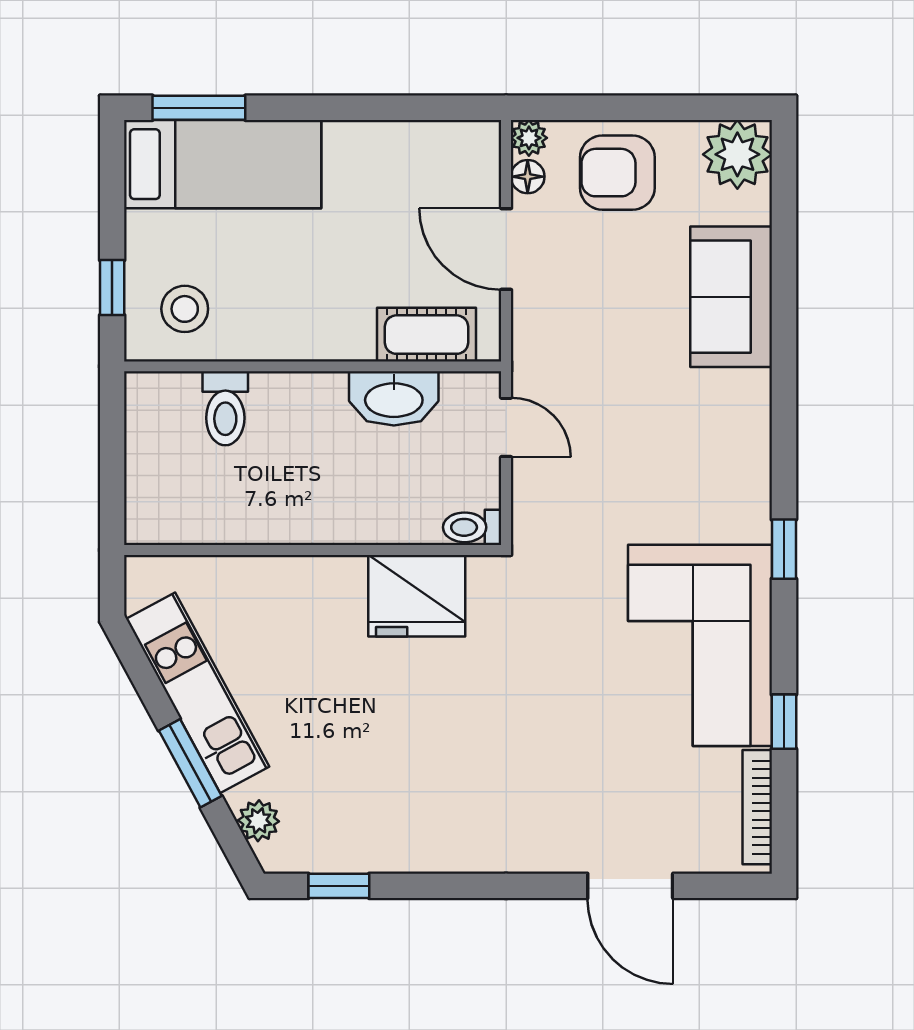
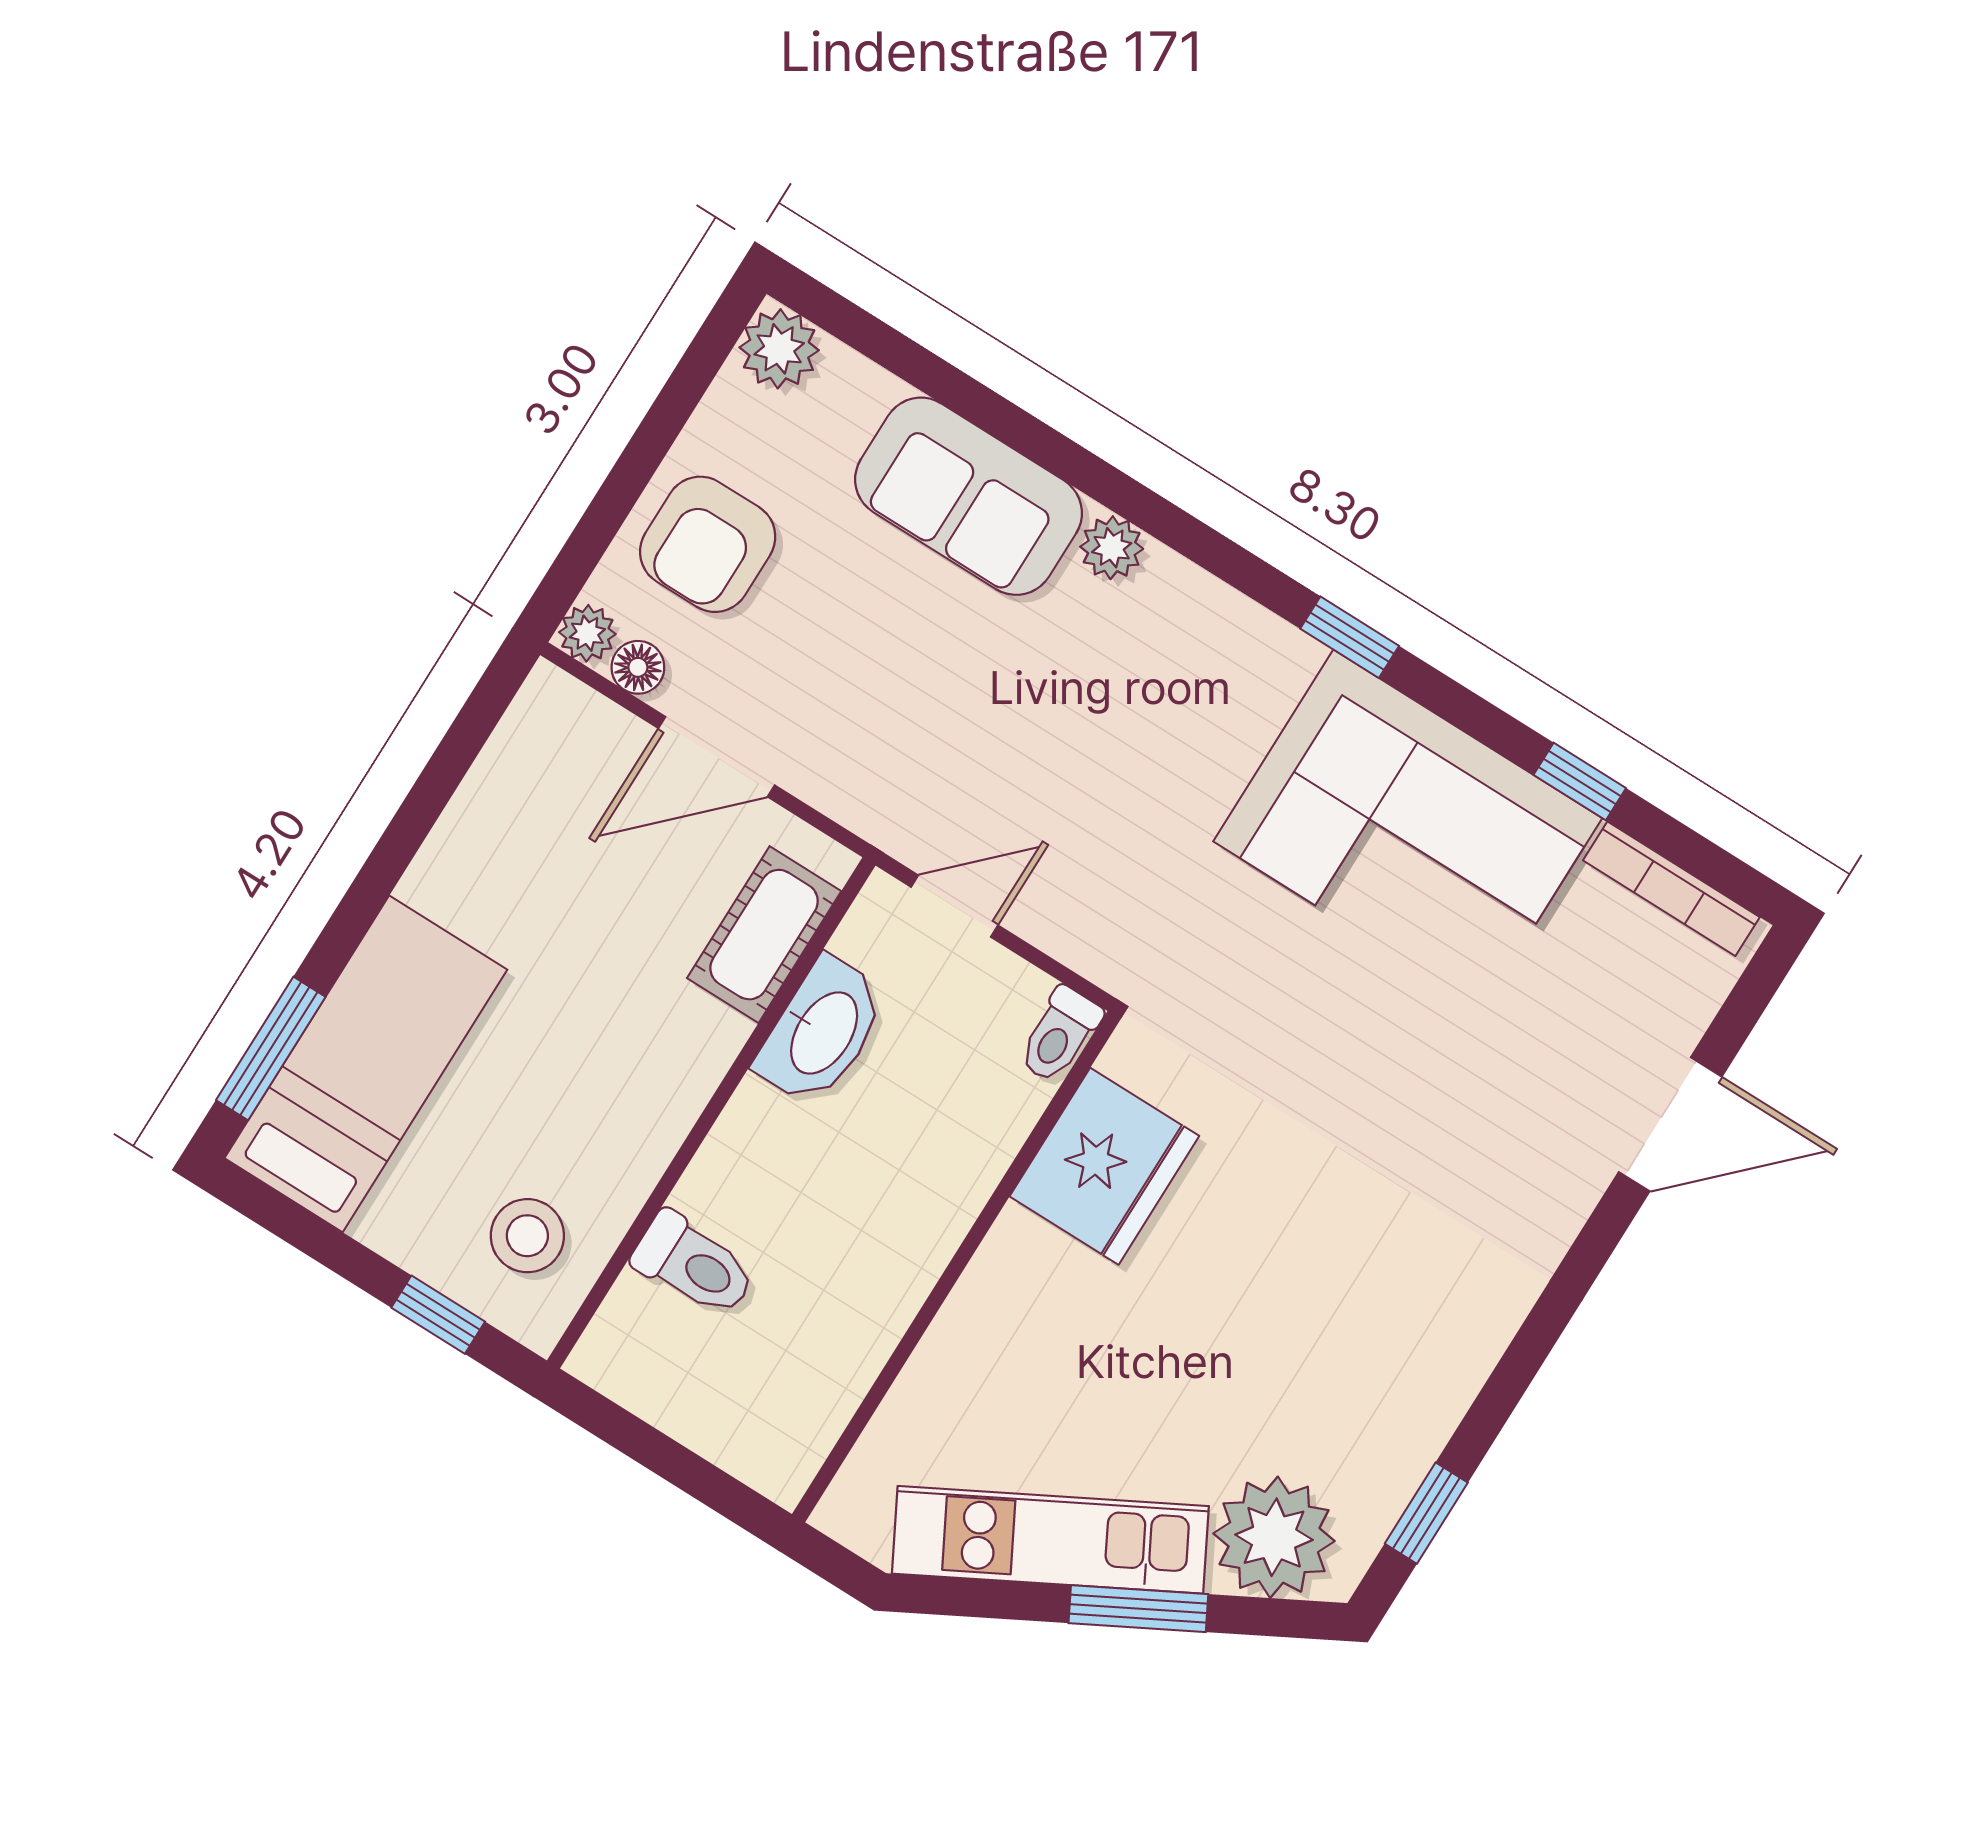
plant: (737, 154) -> (779, 349), width x0.73, depth x0.73
plant: (752, 391) -> (1112, 548), added
plant: (259, 821) -> (1274, 1537), width x1.88, depth x1.88

